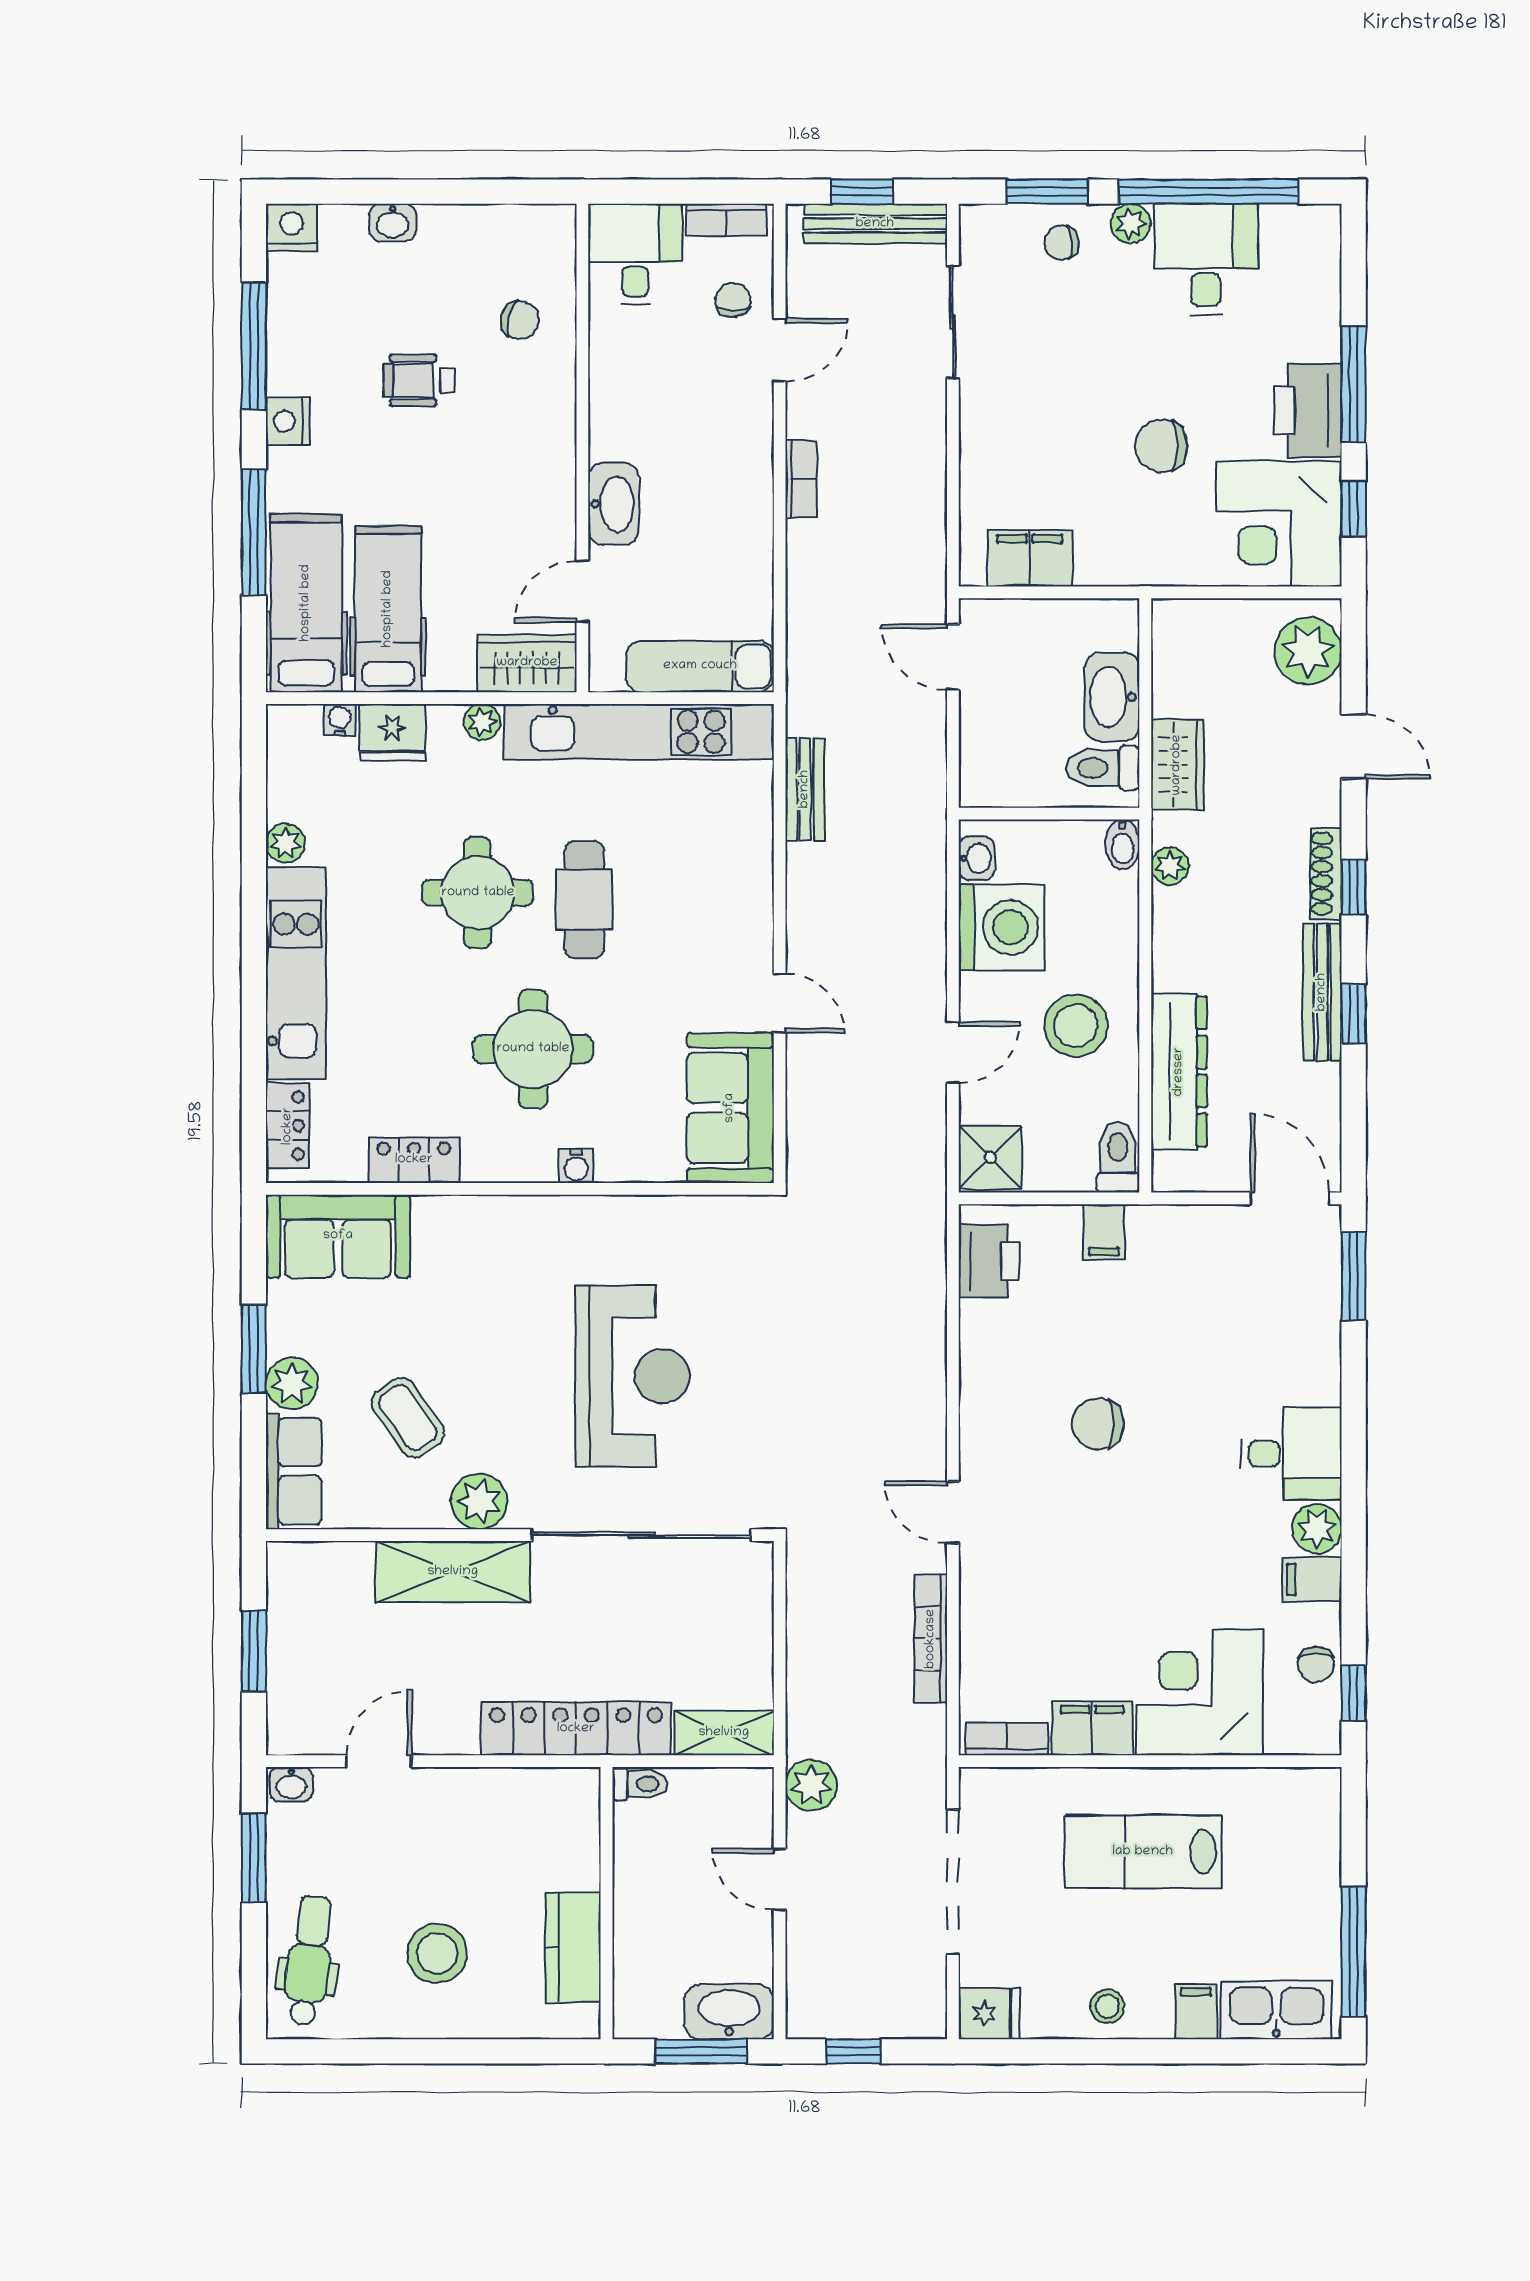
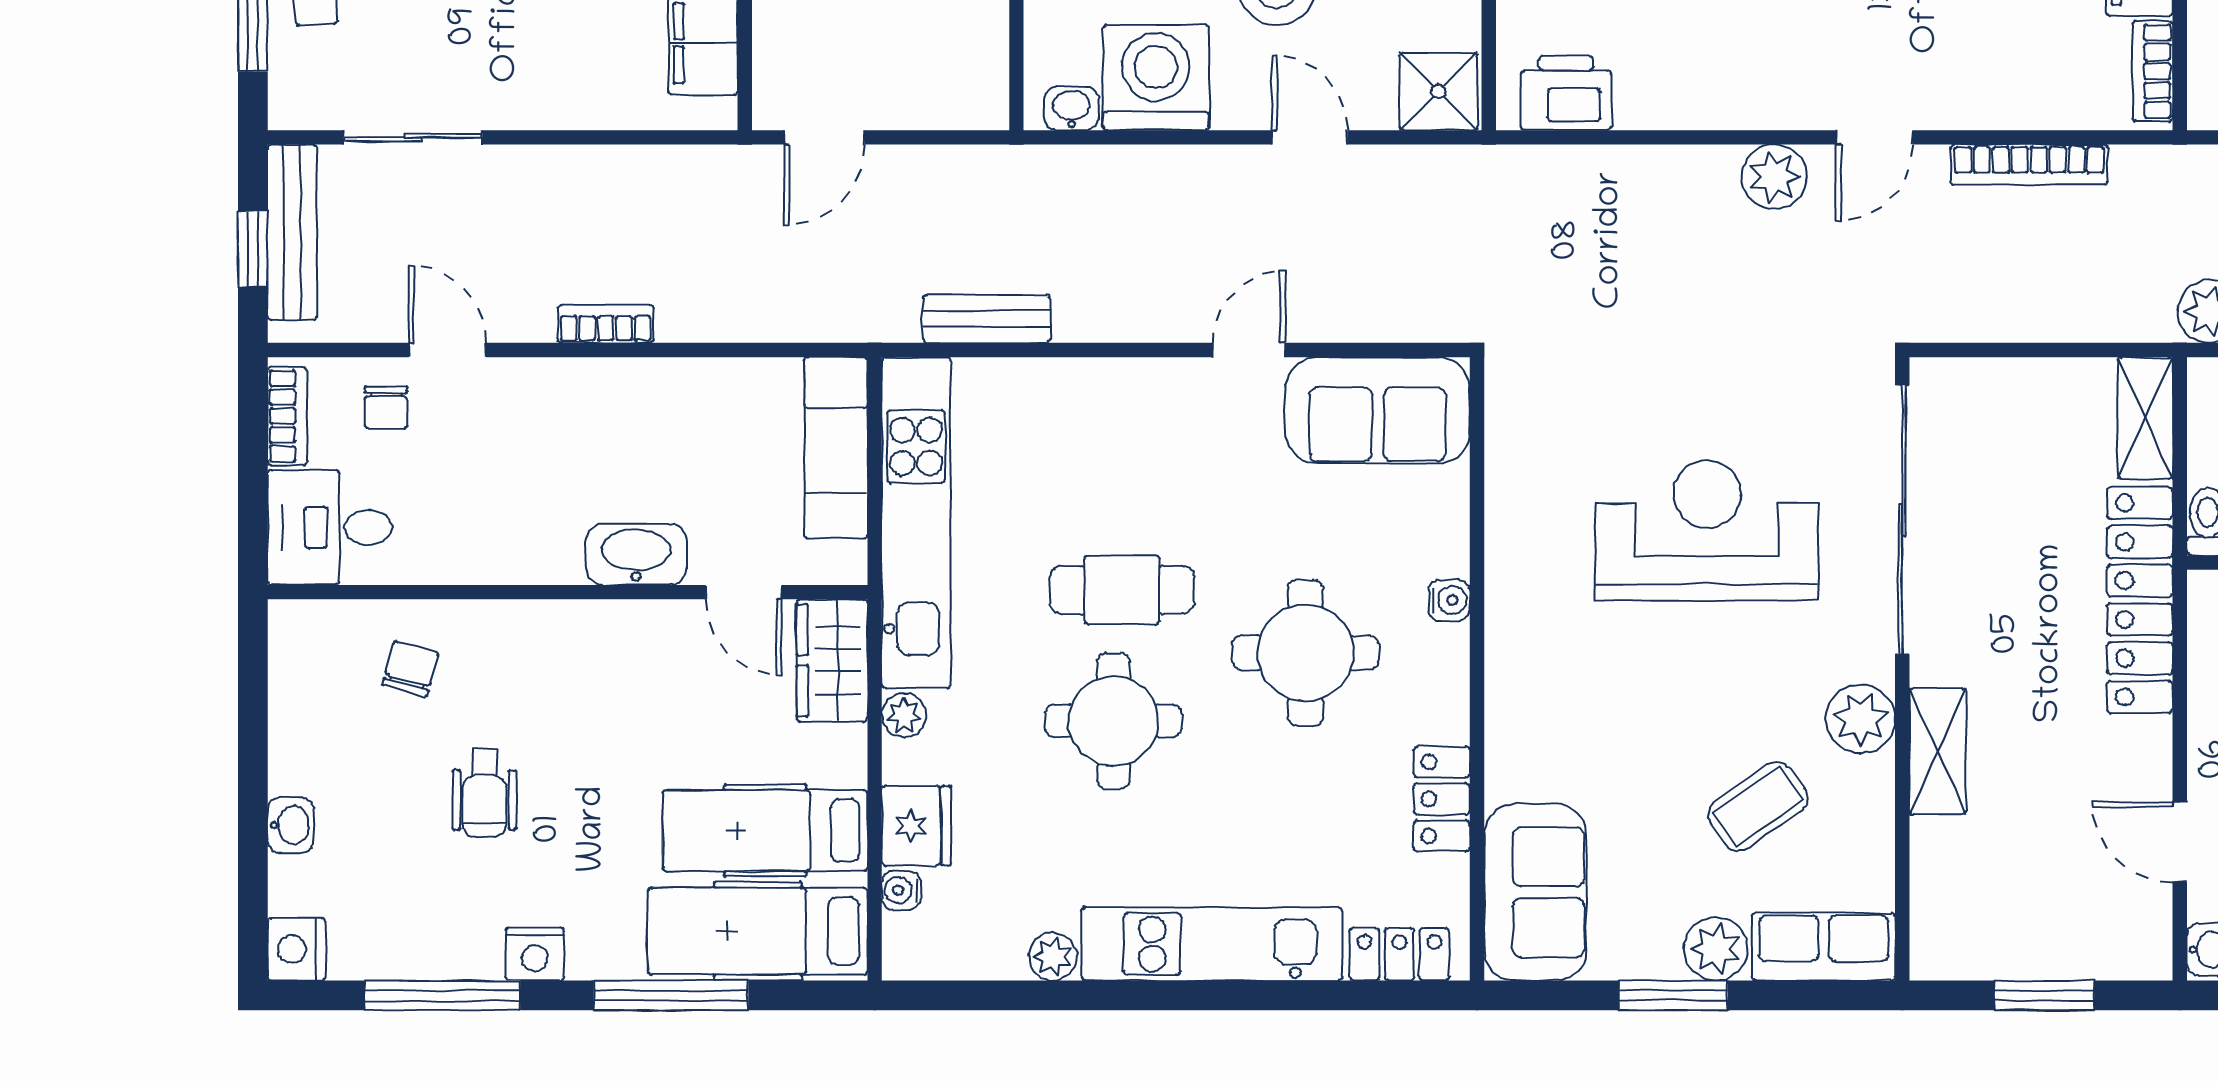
chair: (733, 300) -> (386, 408), turned -90
plant: (921, 1431) -> (1774, 177), added
shelving: (453, 1572) -> (1938, 751), width x0.67, depth x0.75

